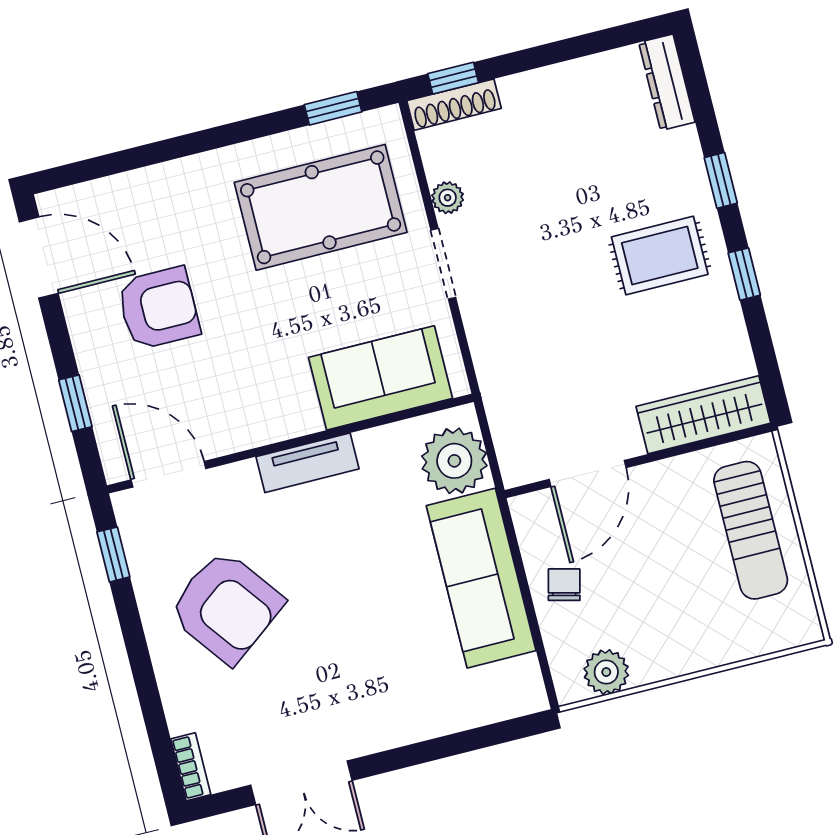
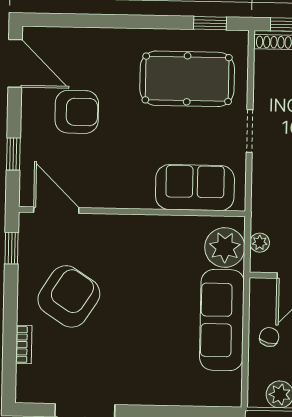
plant: (448, 198) -> (260, 243), moved
tv unit: (307, 463) -> (139, 225), removed
armchair: (226, 607) -> (69, 296), turned -110
bookcase: (191, 767) -> (24, 344), moved

